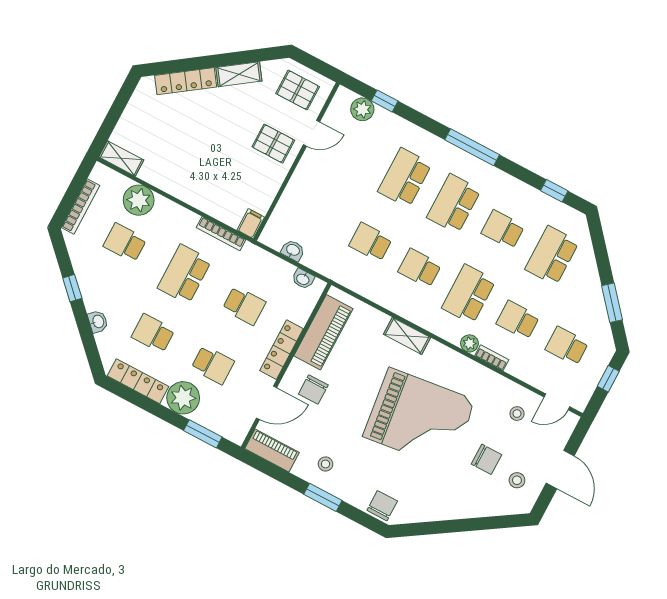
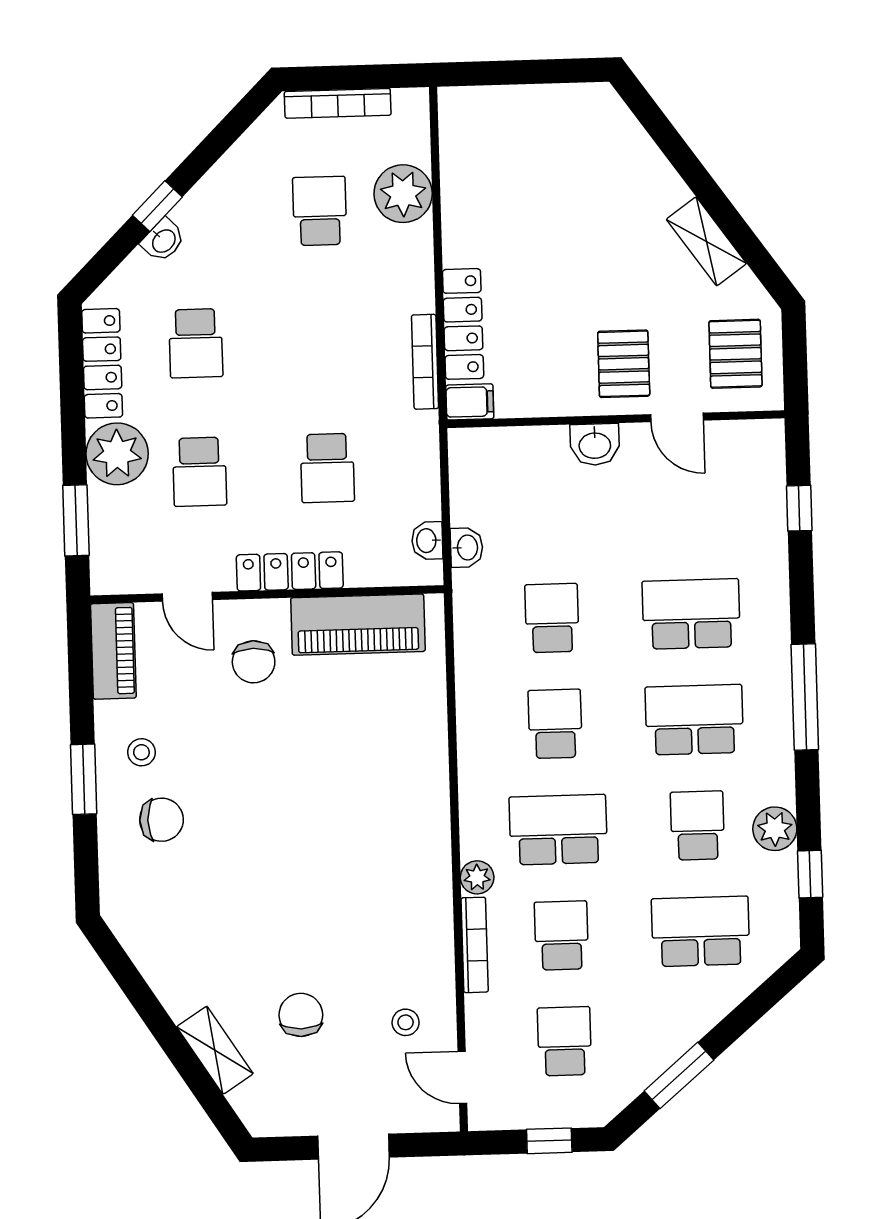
locker: (186, 81) -> (463, 324), moved, turned -145
plant: (362, 109) -> (775, 829), moved
shelving: (121, 158) -> (456, 126), removed
washbasin: (303, 178) -> (595, 444), added
washbasin: (293, 250) -> (467, 548), moved
school desk: (184, 274) -> (323, 339), removed
window: (72, 288) -> (157, 206), moved
school desk: (153, 333) -> (196, 343), turned 180
shelving: (407, 336) -> (215, 1050), moved, turned -33
bookcase: (492, 358) -> (475, 945), width x1.56
chair: (313, 389) -> (254, 662), turned -90
door: (266, 403) -> (187, 597), width x0.73
grand piano: (419, 418) -> (306, 865), removed
chair: (487, 459) -> (301, 1015), turned 180
stool: (517, 480) -> (295, 1085), removed
chair: (382, 506) -> (162, 820), moved

